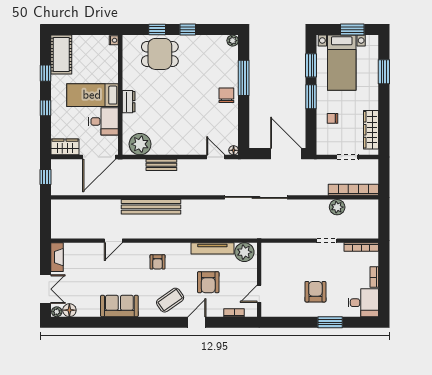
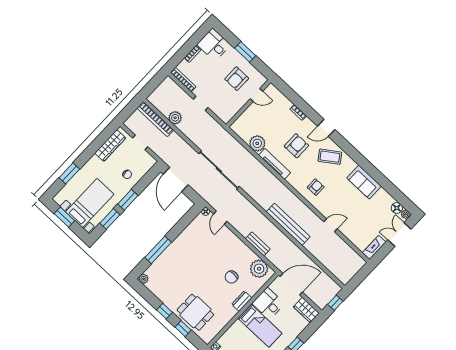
chair: (226, 95) -> (231, 277), moved
wall: (259, 280) -> (248, 104), moved
door: (259, 294) -> (256, 95), moved

